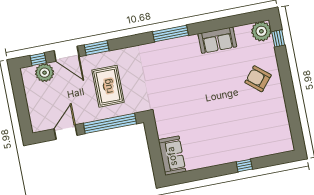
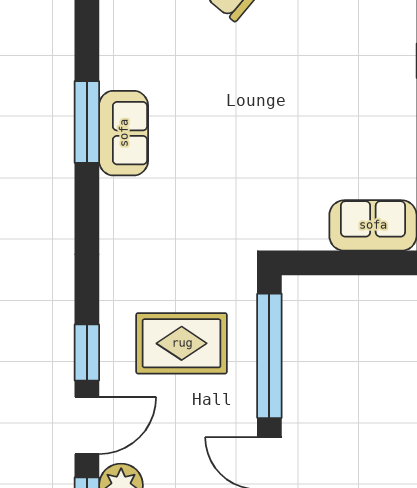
window: (170, 34) -> (87, 122), moved
sofa: (217, 40) -> (124, 133), moved

